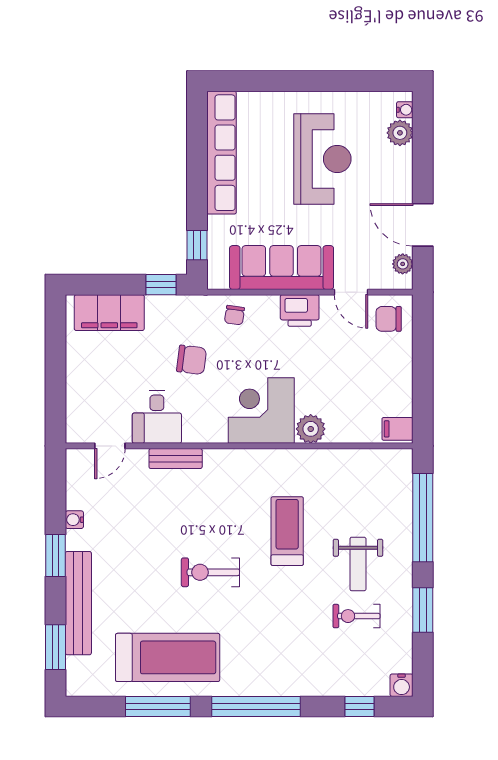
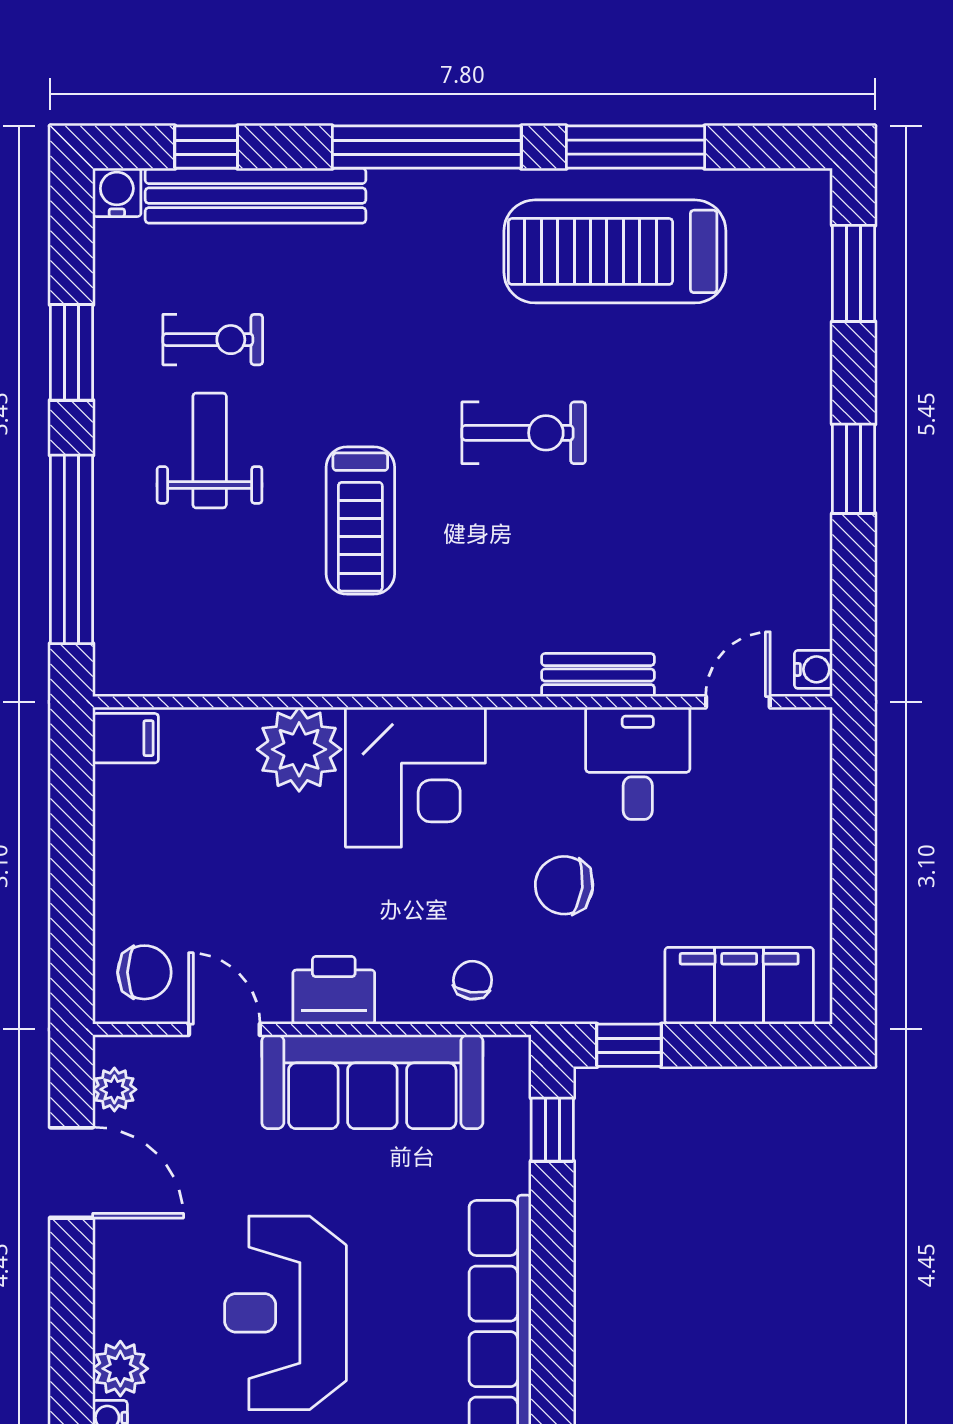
plant: (311, 429) -> (299, 749), width x1.36, depth x1.36
water cooler: (74, 520) -> (813, 669), moved
bench: (78, 603) -> (255, 196), moved, turned 90

